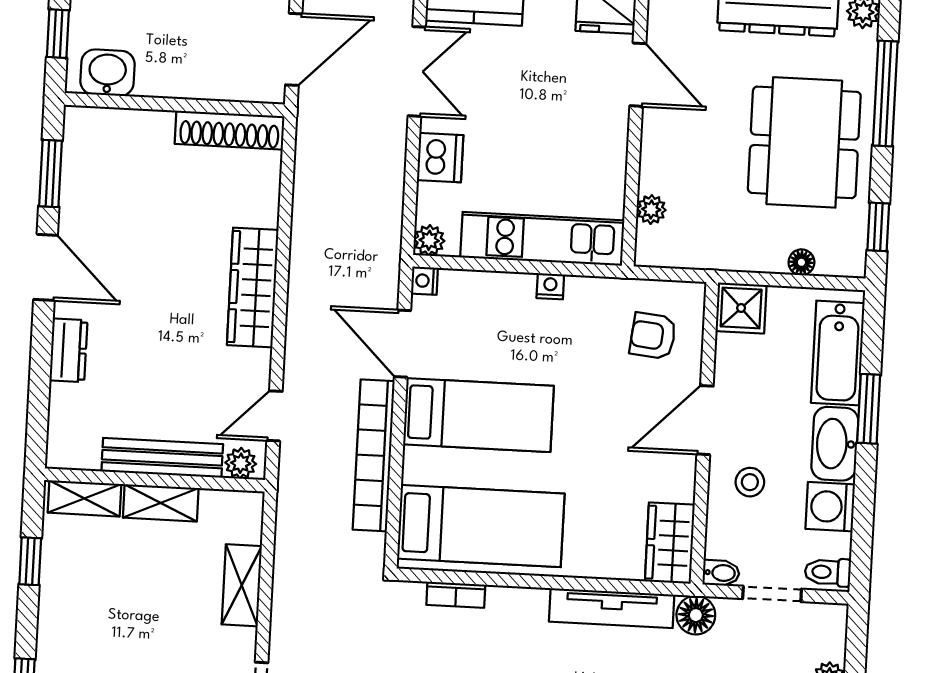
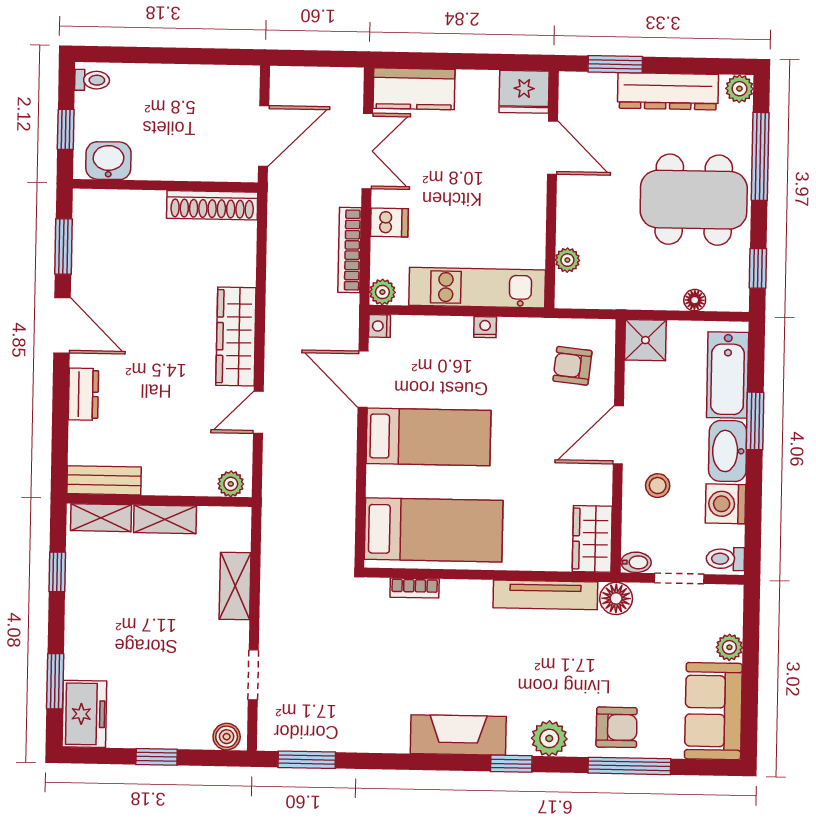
dining table: (804, 142) -> (694, 200), turned 90
dishwasher: (440, 158) -> (389, 223), width x0.73
door: (275, 416) -> (258, 412), moved
bookcase: (374, 455) -> (350, 250), moved, width x0.68, depth x0.76
bench: (162, 458) -> (104, 480), moved, width x0.73

